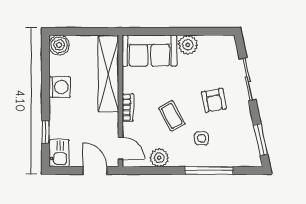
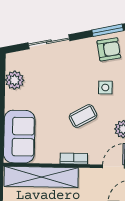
plant: (188, 45) -> (15, 80), moved
armchair: (214, 100) -> (109, 49), moved

